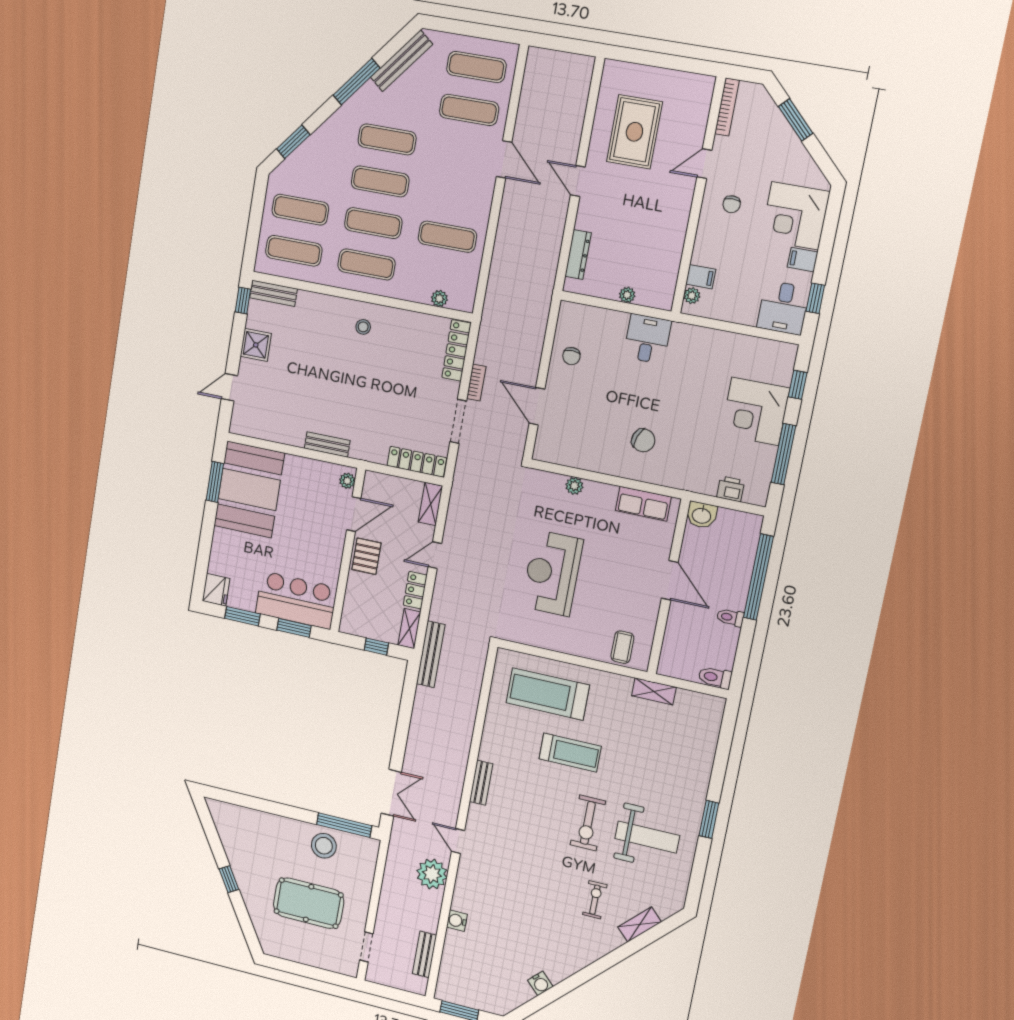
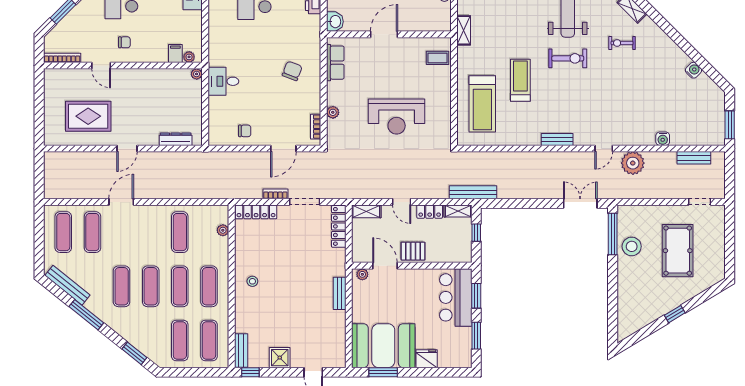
plant: (627, 295) -> (197, 74), moved
bookcase: (559, 458) -> (316, 127), added
fridge: (216, 590) -> (427, 359), moved

